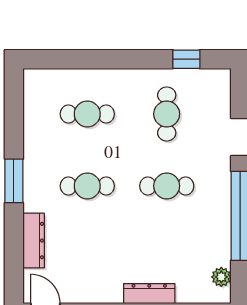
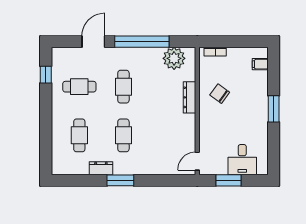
dresser: (34, 241) -> (101, 168), moved, width x0.70
plant: (221, 277) -> (174, 58), width x1.88, depth x1.88

